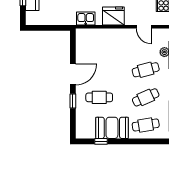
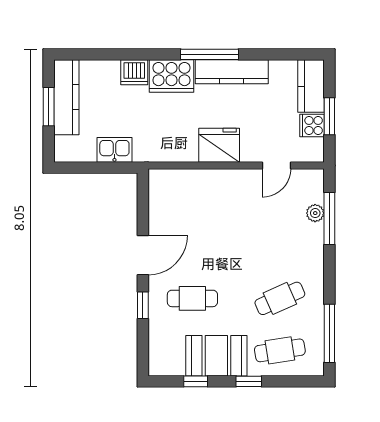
kitchen sink: (86, 18) -> (114, 150), moved
door: (144, 27) -> (276, 166), hinge flipped
cafe table: (146, 70) -> (280, 246), removed
window: (129, 141) -> (249, 381), added

